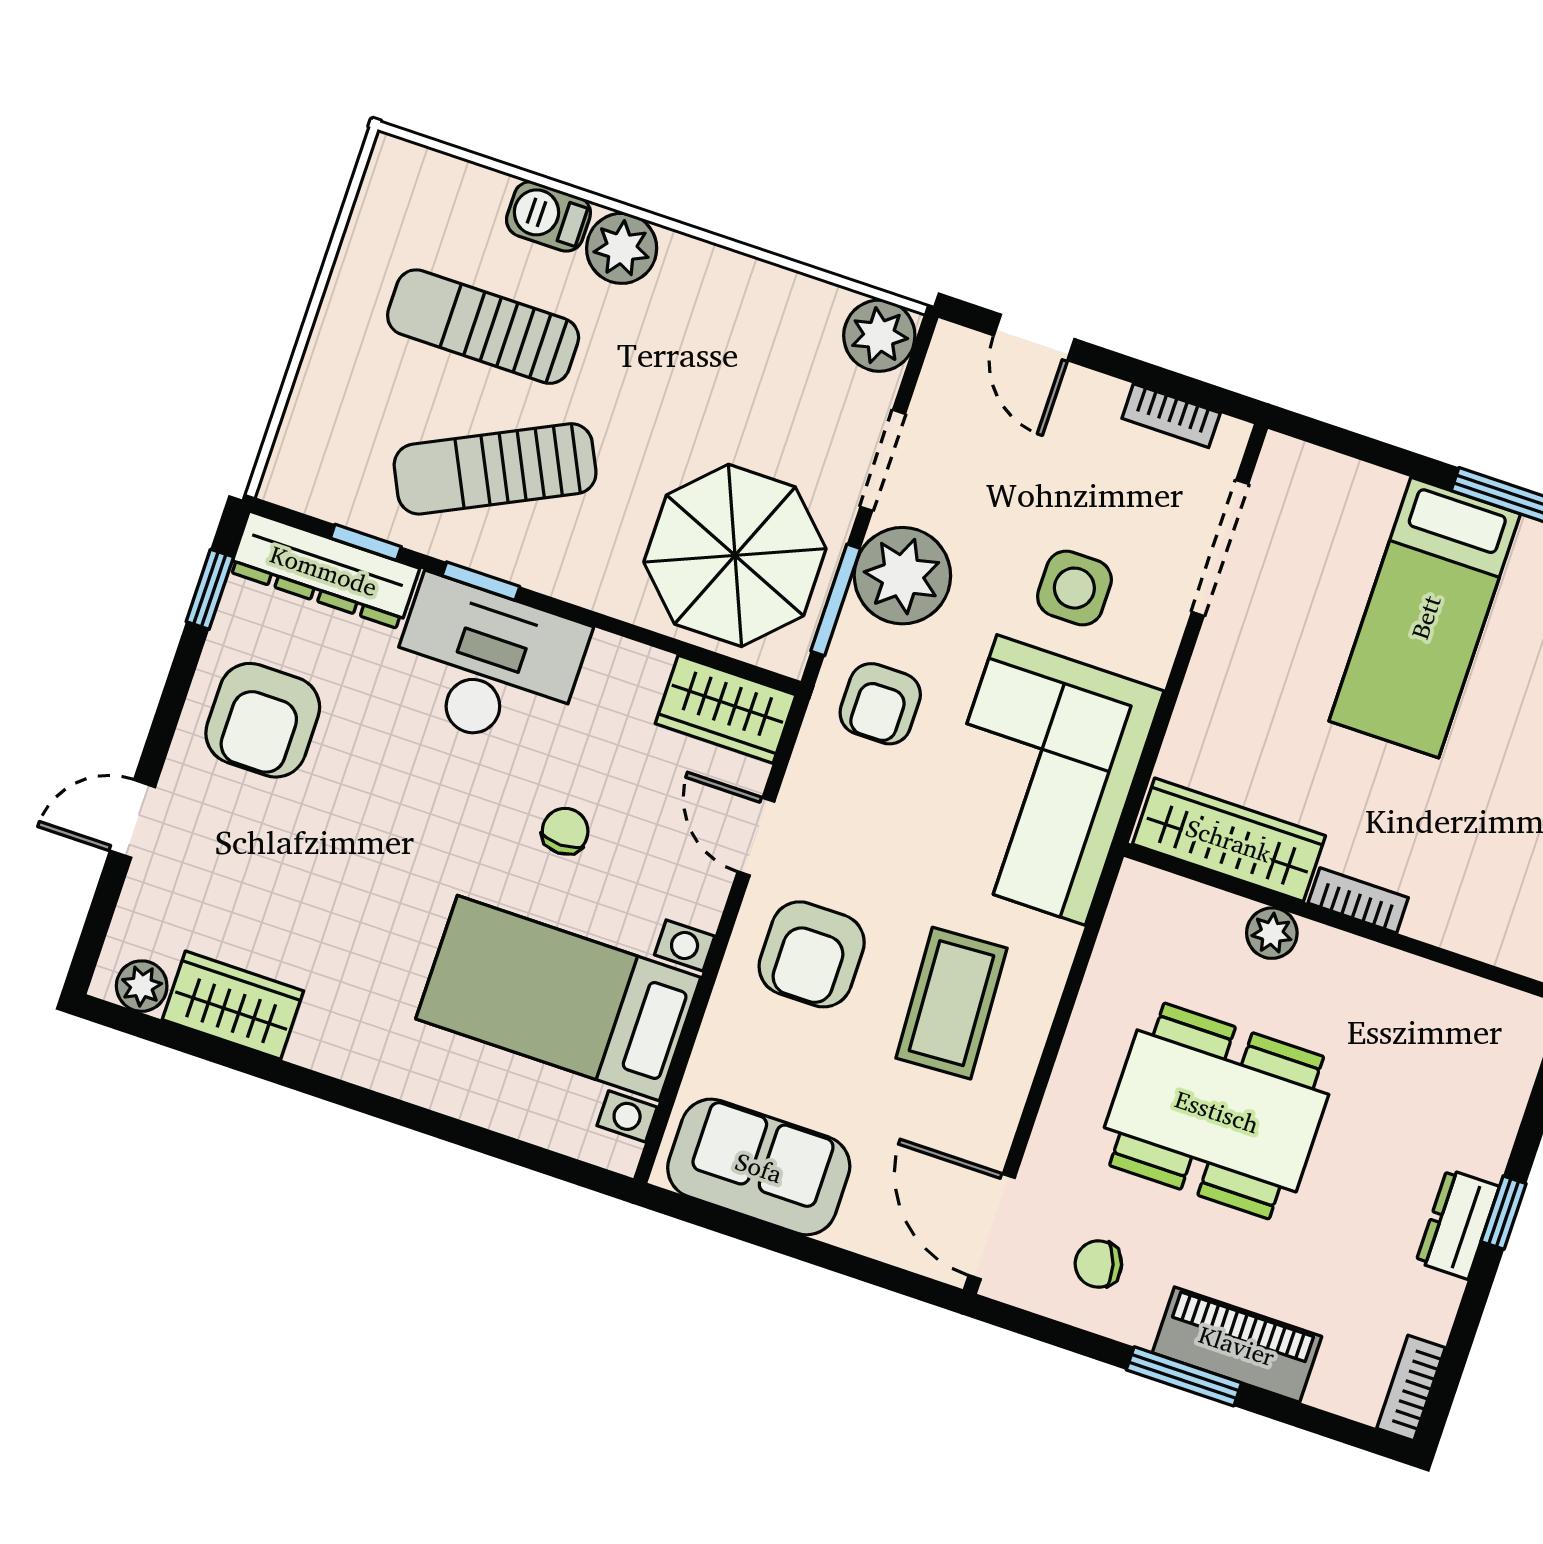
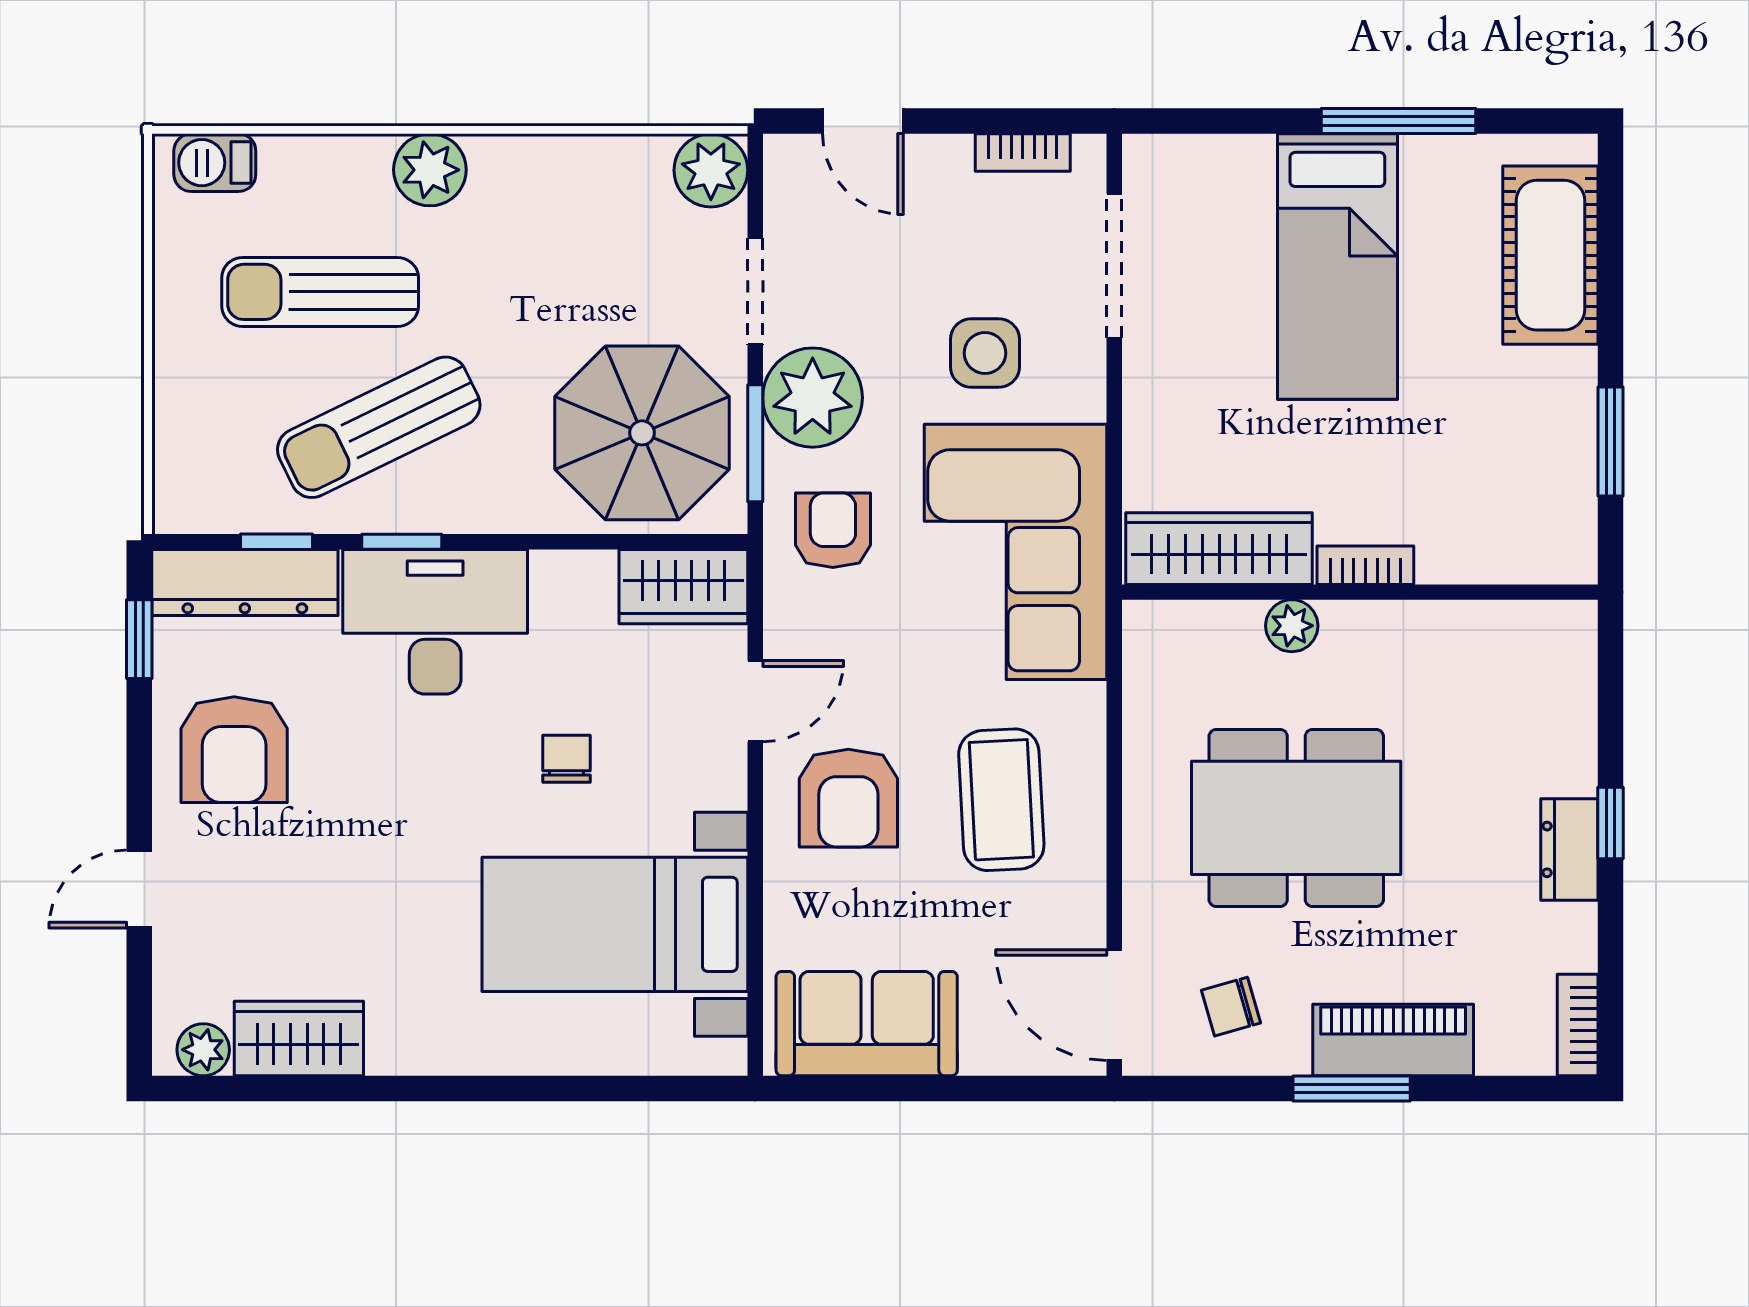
barbecue: (548, 216) -> (215, 163), moved
armchair: (880, 704) -> (833, 530), turned 180
door: (756, 837) -> (755, 701), swing flipped

